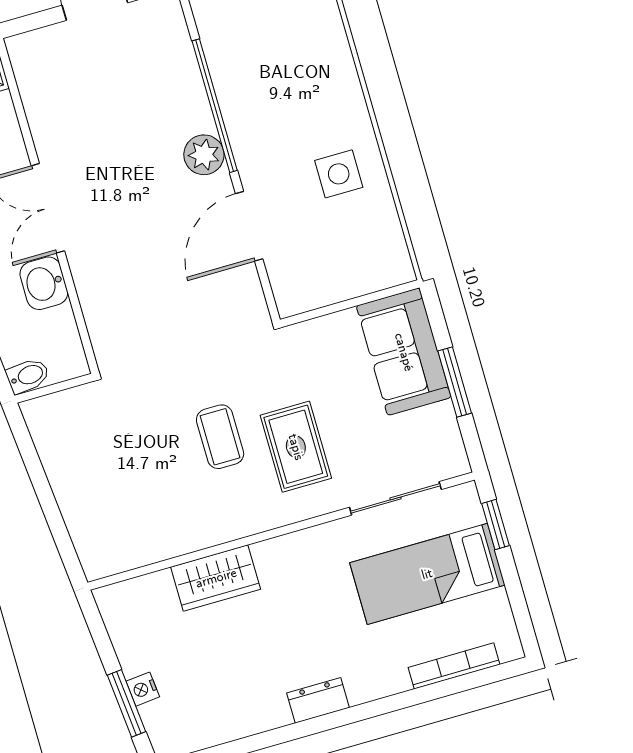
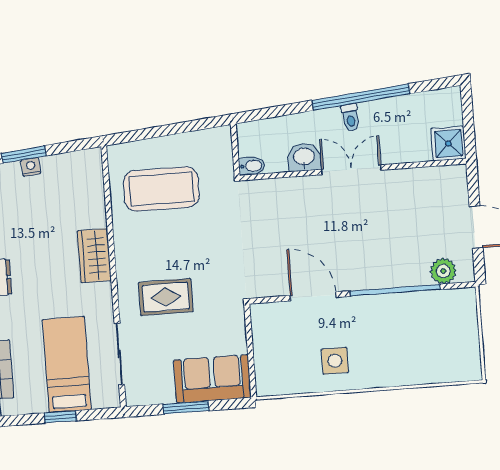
plant: (204, 155) -> (443, 271), moved
bidet: (28, 376) -> (252, 166), moved, turned -85
coffee table: (220, 437) -> (161, 189), moved, width x1.86, depth x1.72
window: (496, 525) -> (60, 417), moved
wardrobe: (216, 578) -> (94, 256), moved

